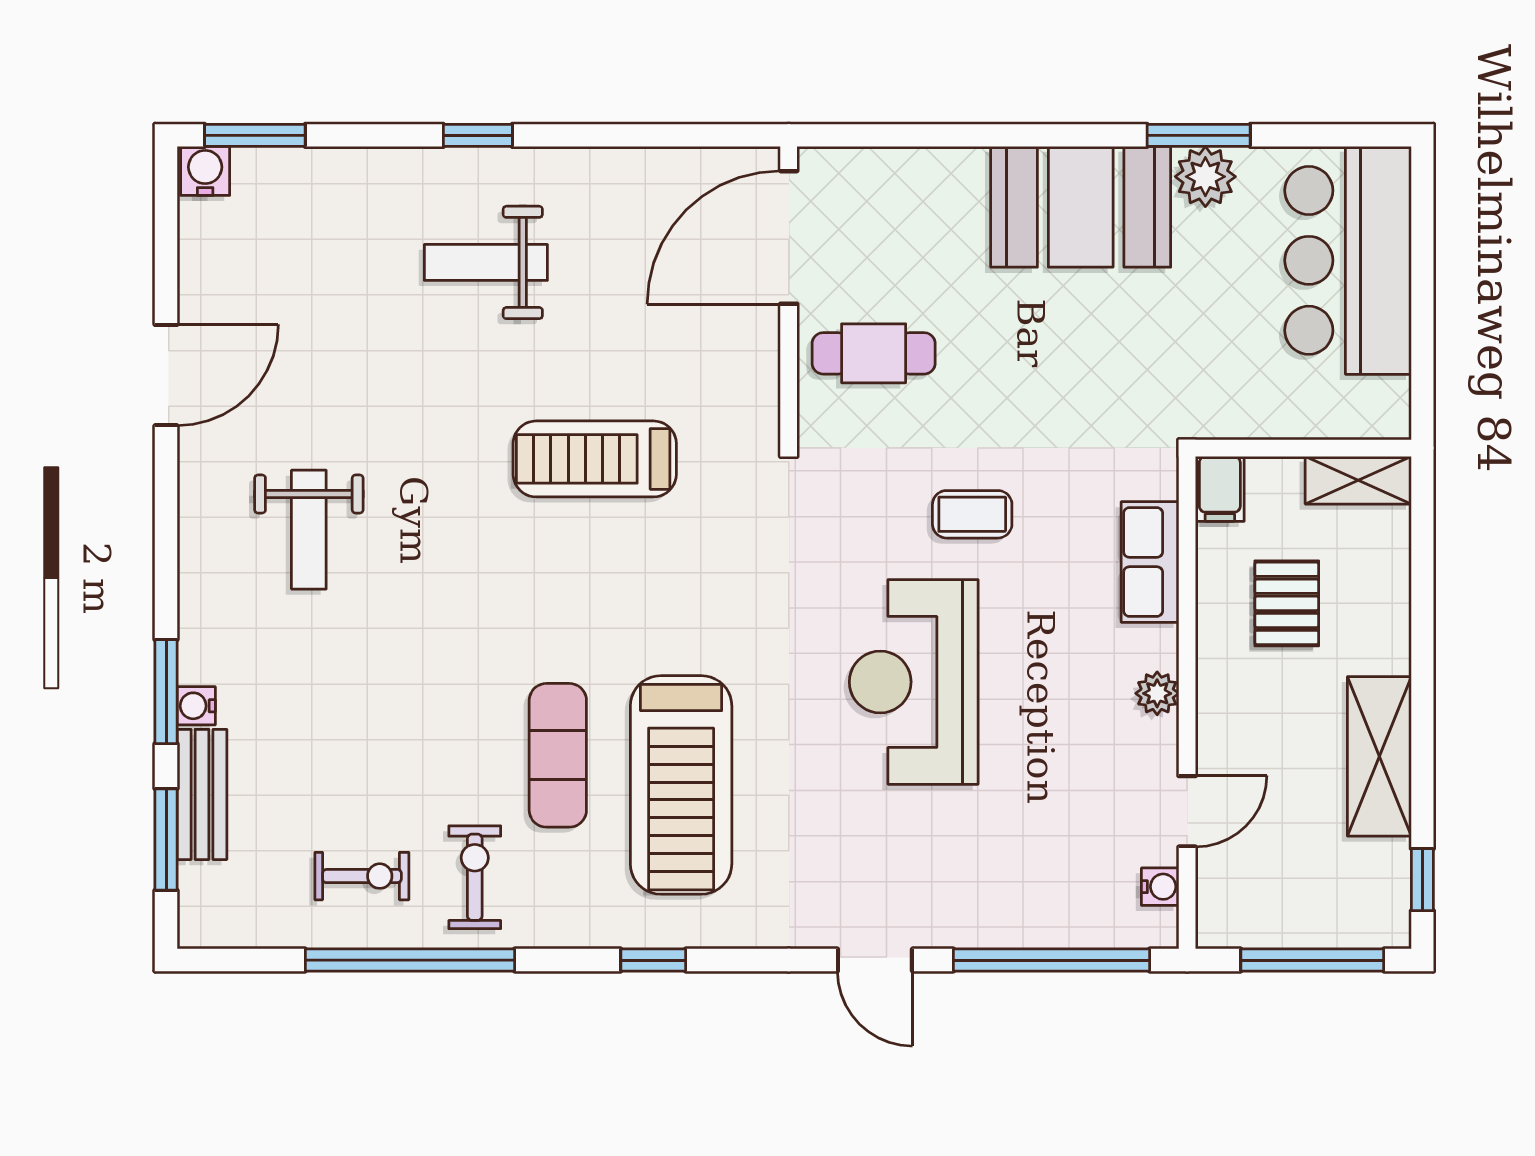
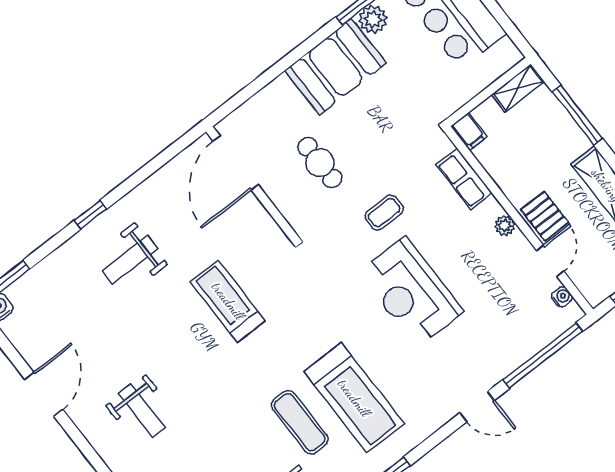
cafe table: (874, 353) -> (320, 163), moved, turned 90
treadmill: (595, 459) -> (228, 301), turned 90
pallet: (1287, 603) -> (545, 216), moved
window: (1422, 603) -> (577, 115), added

